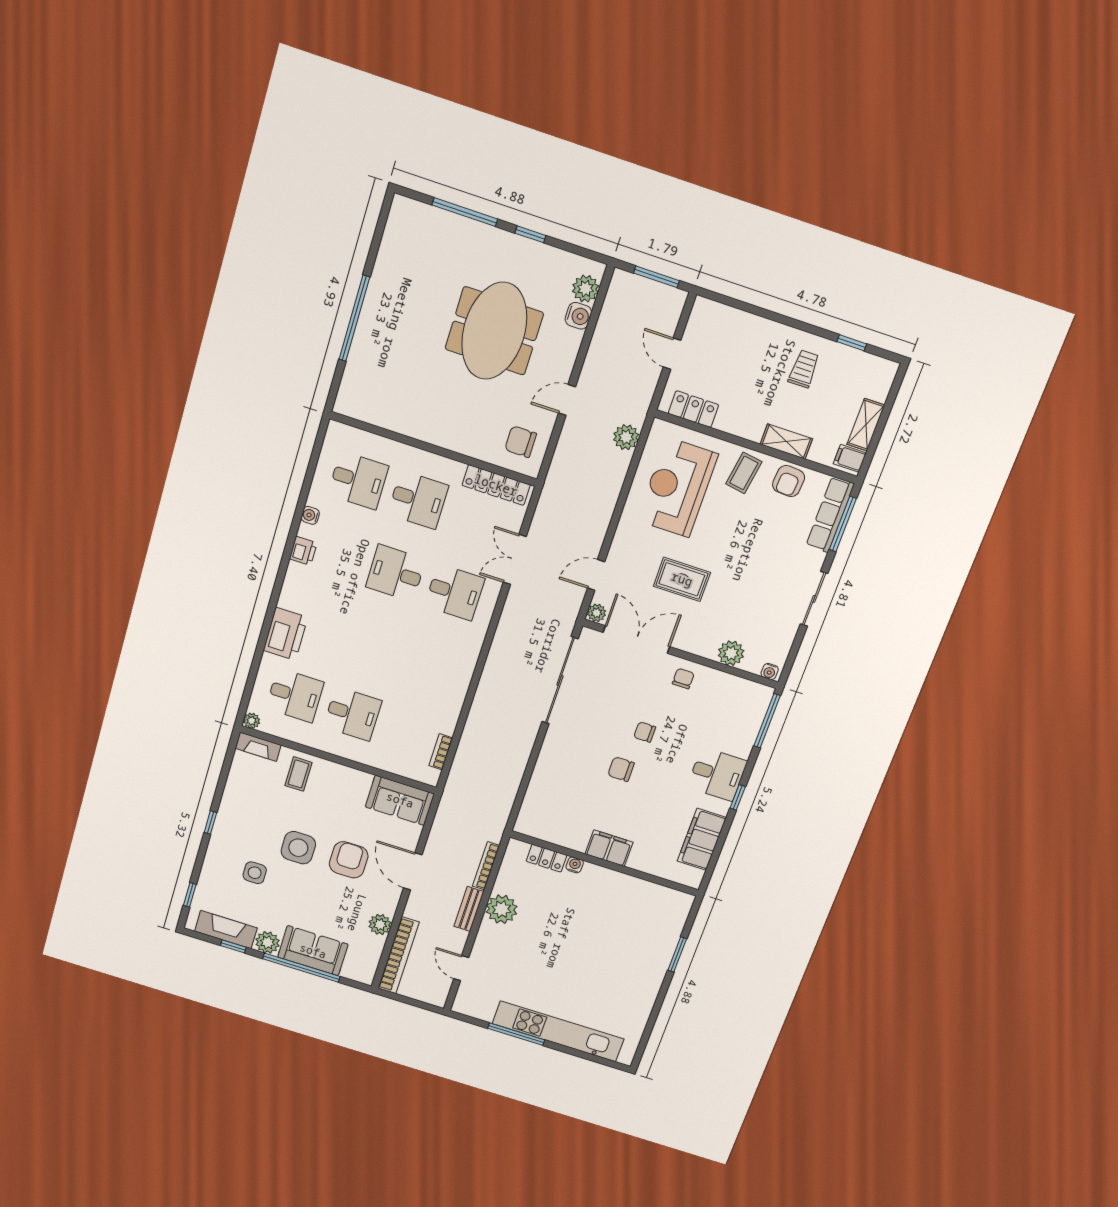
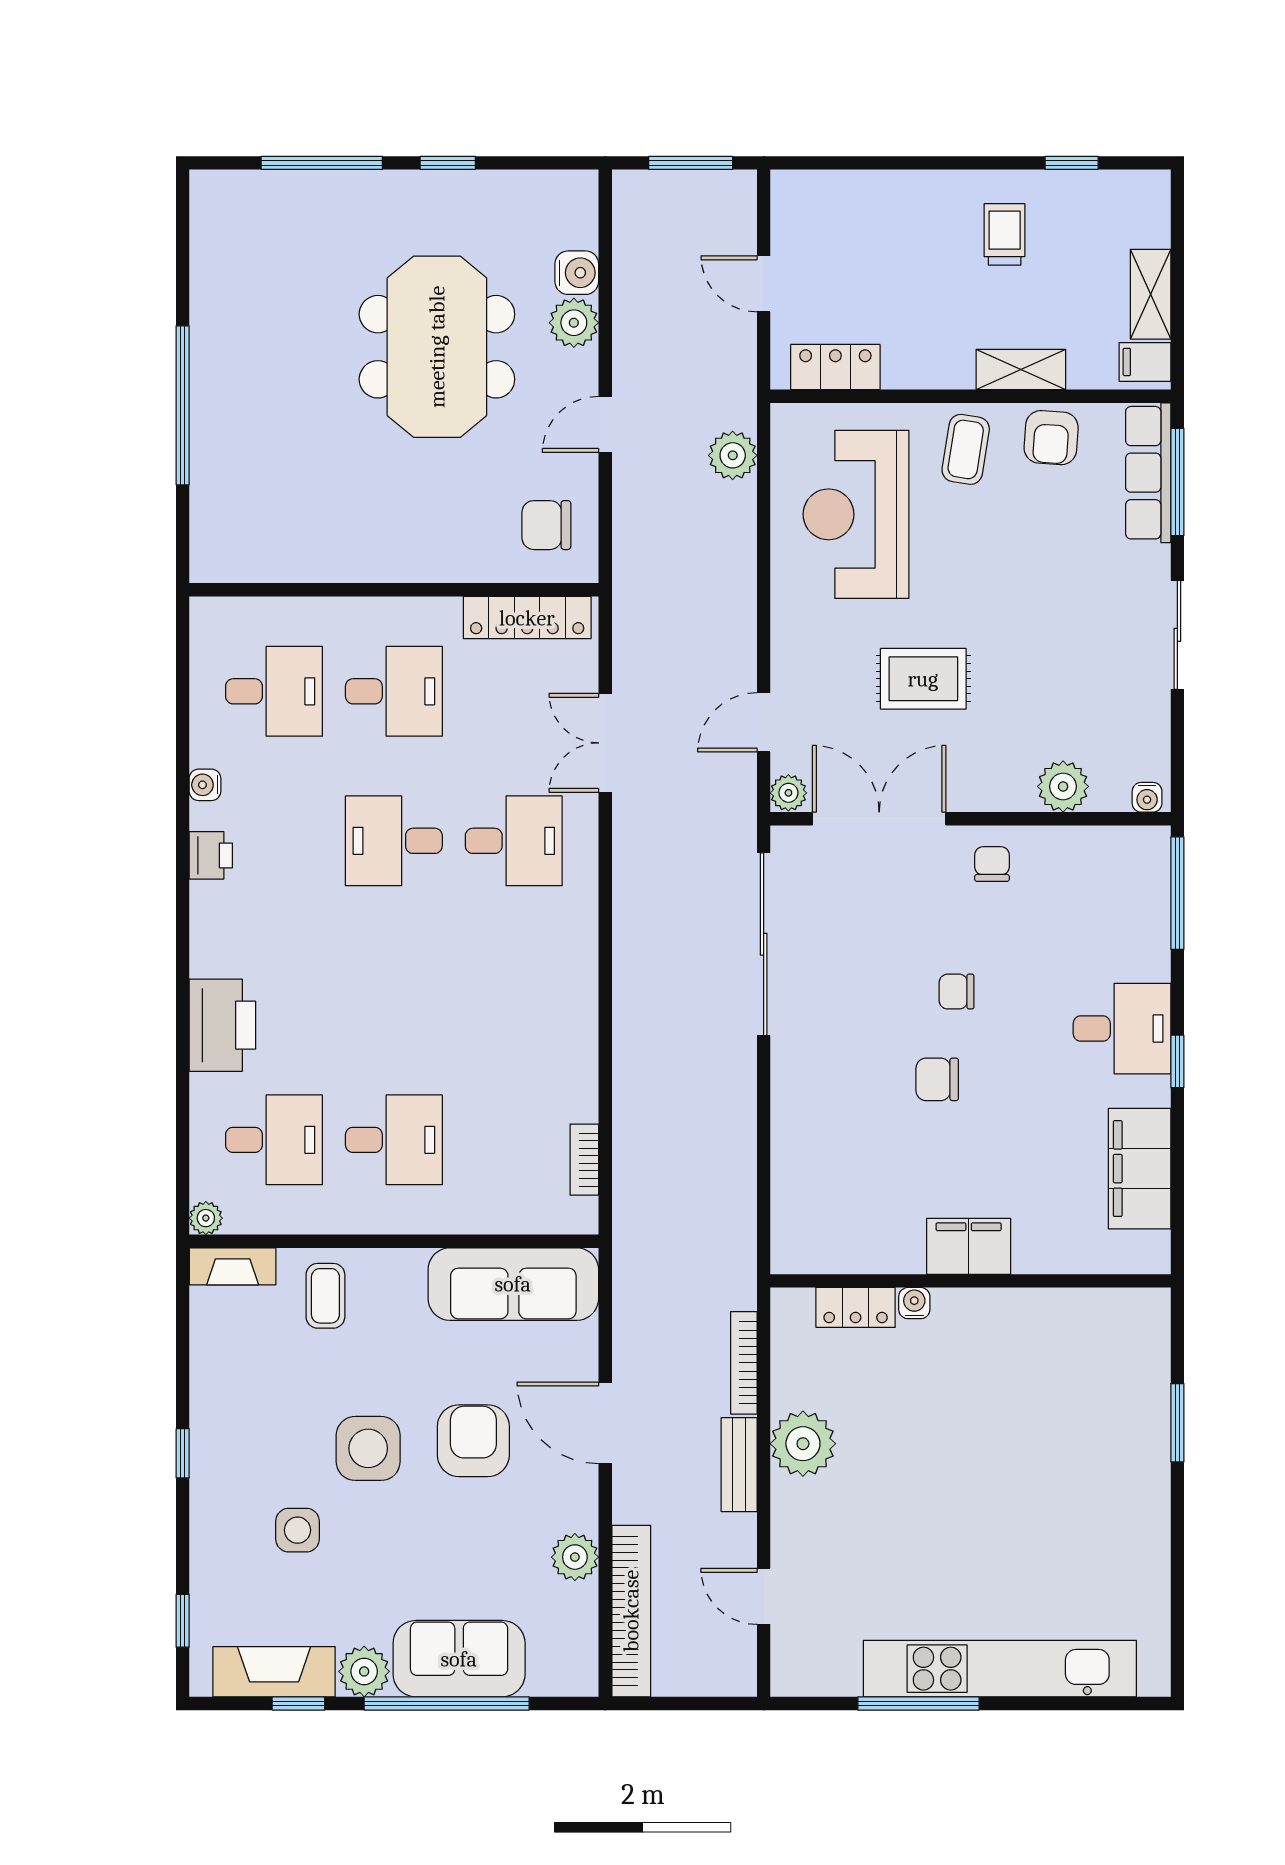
plant: (586, 289) -> (574, 323), moved
sofa: (400, 800) -> (513, 1284), width x1.36

